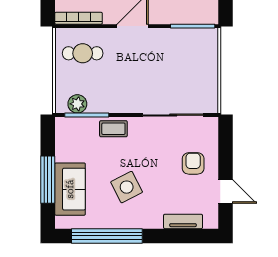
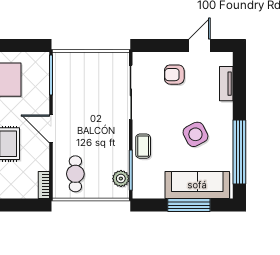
bookcase: (79, 18) -> (44, 185), width x0.64
sofa: (70, 189) -> (197, 185), width x1.36

